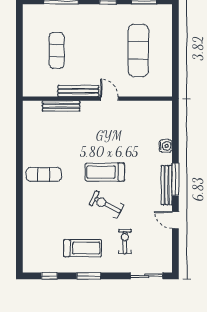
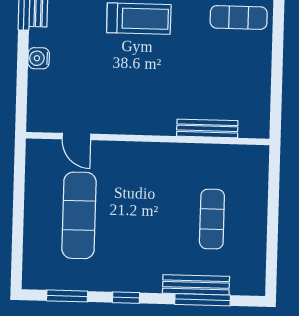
bench: (78, 91) -> (196, 285), moved
door: (110, 99) -> (77, 137), moved

